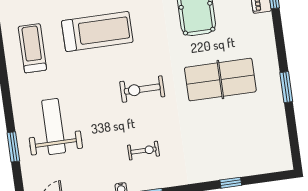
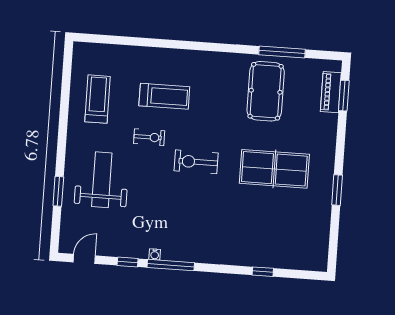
treadmill: (97, 31) -> (164, 96), width x0.73, depth x0.73
exercise bike: (144, 151) -> (149, 137), moved

